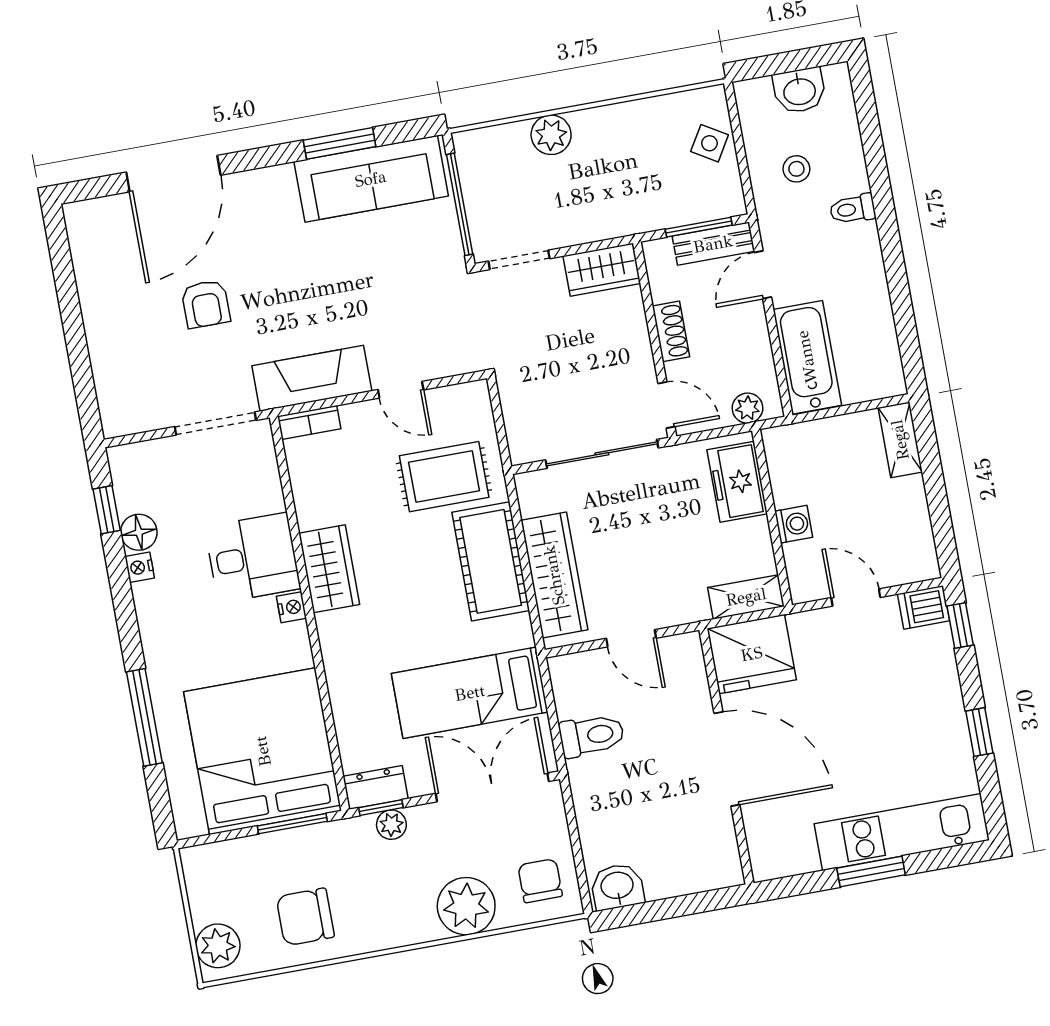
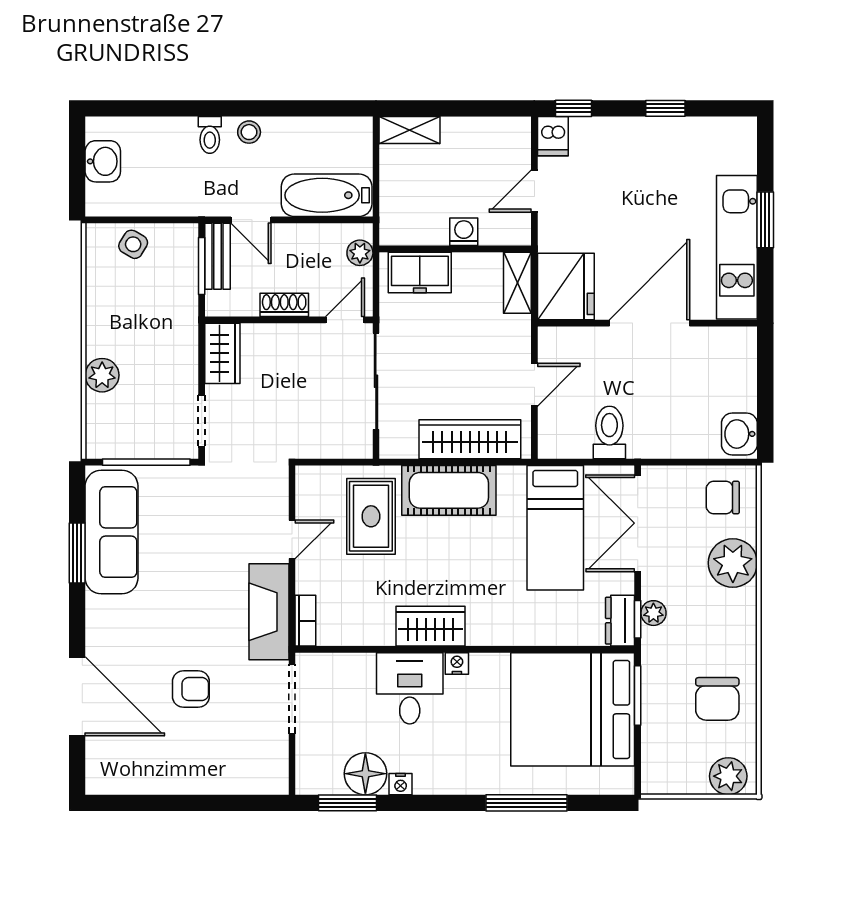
stool: (796, 169) -> (249, 132), moved
window: (107, 510) -> (347, 803), width x1.50
floor lamp: (139, 532) -> (365, 774), width x1.38, depth x1.38
kitchen unit: (902, 832) -> (737, 247), moved

